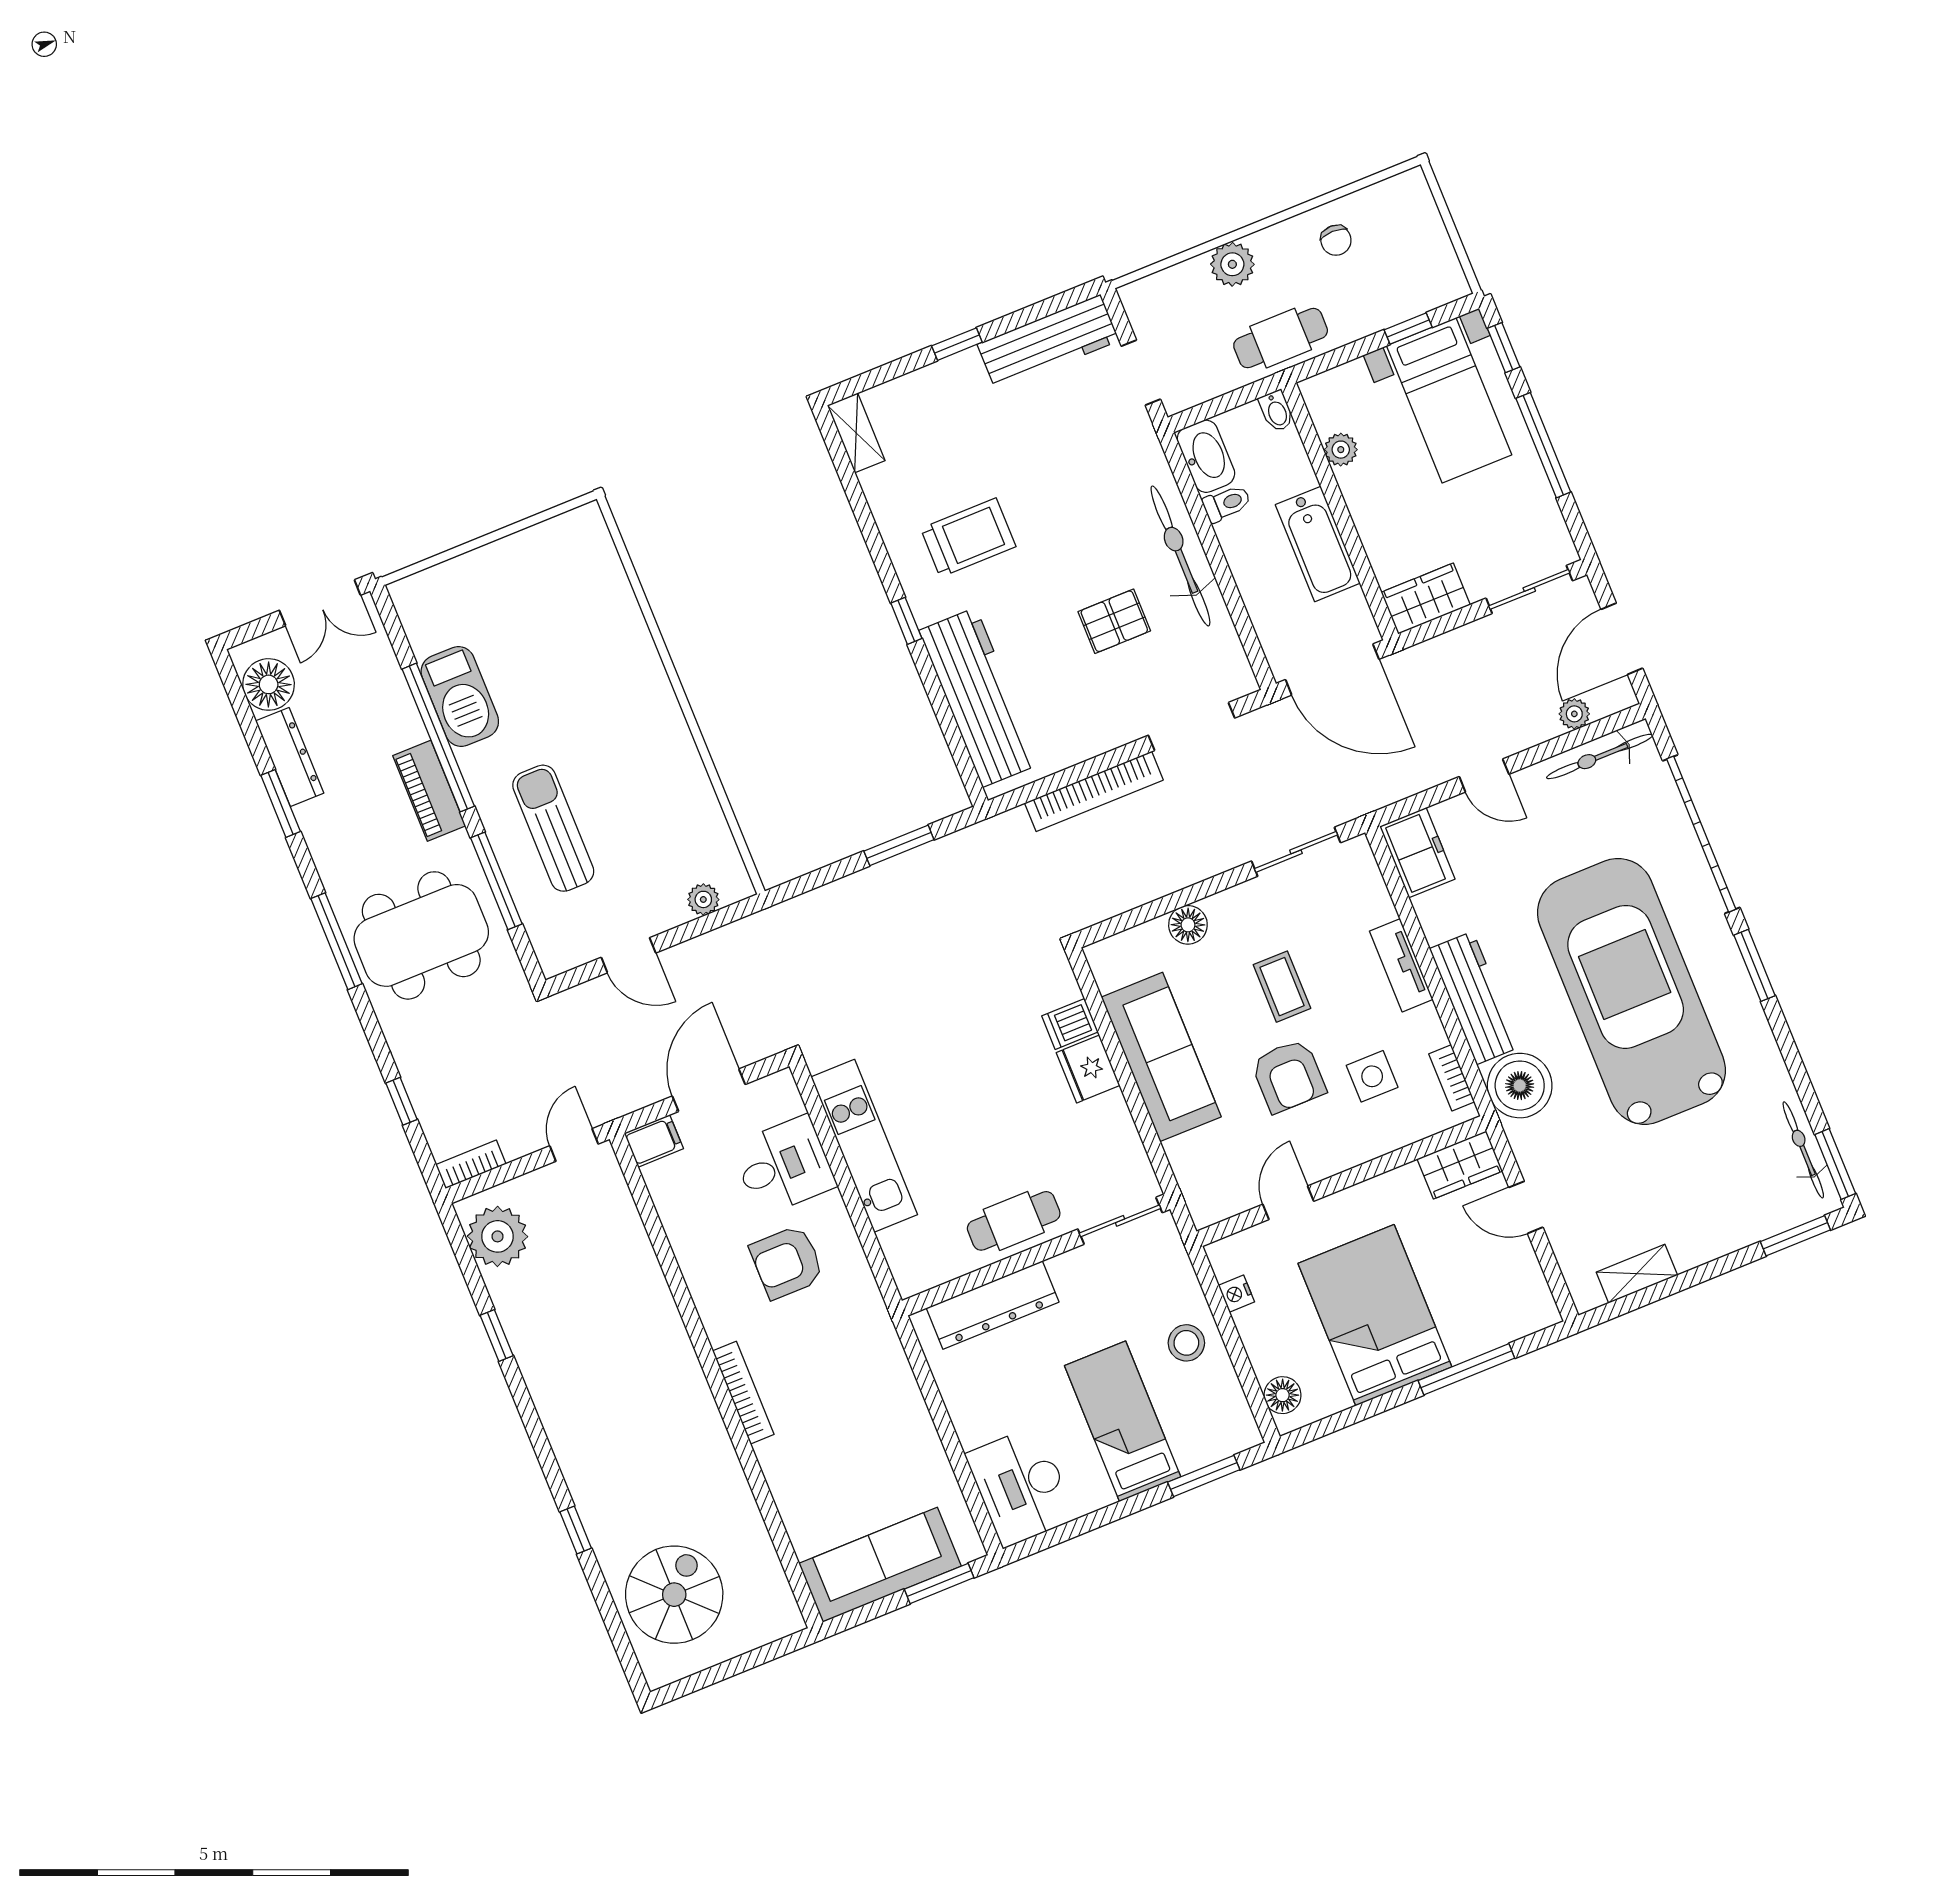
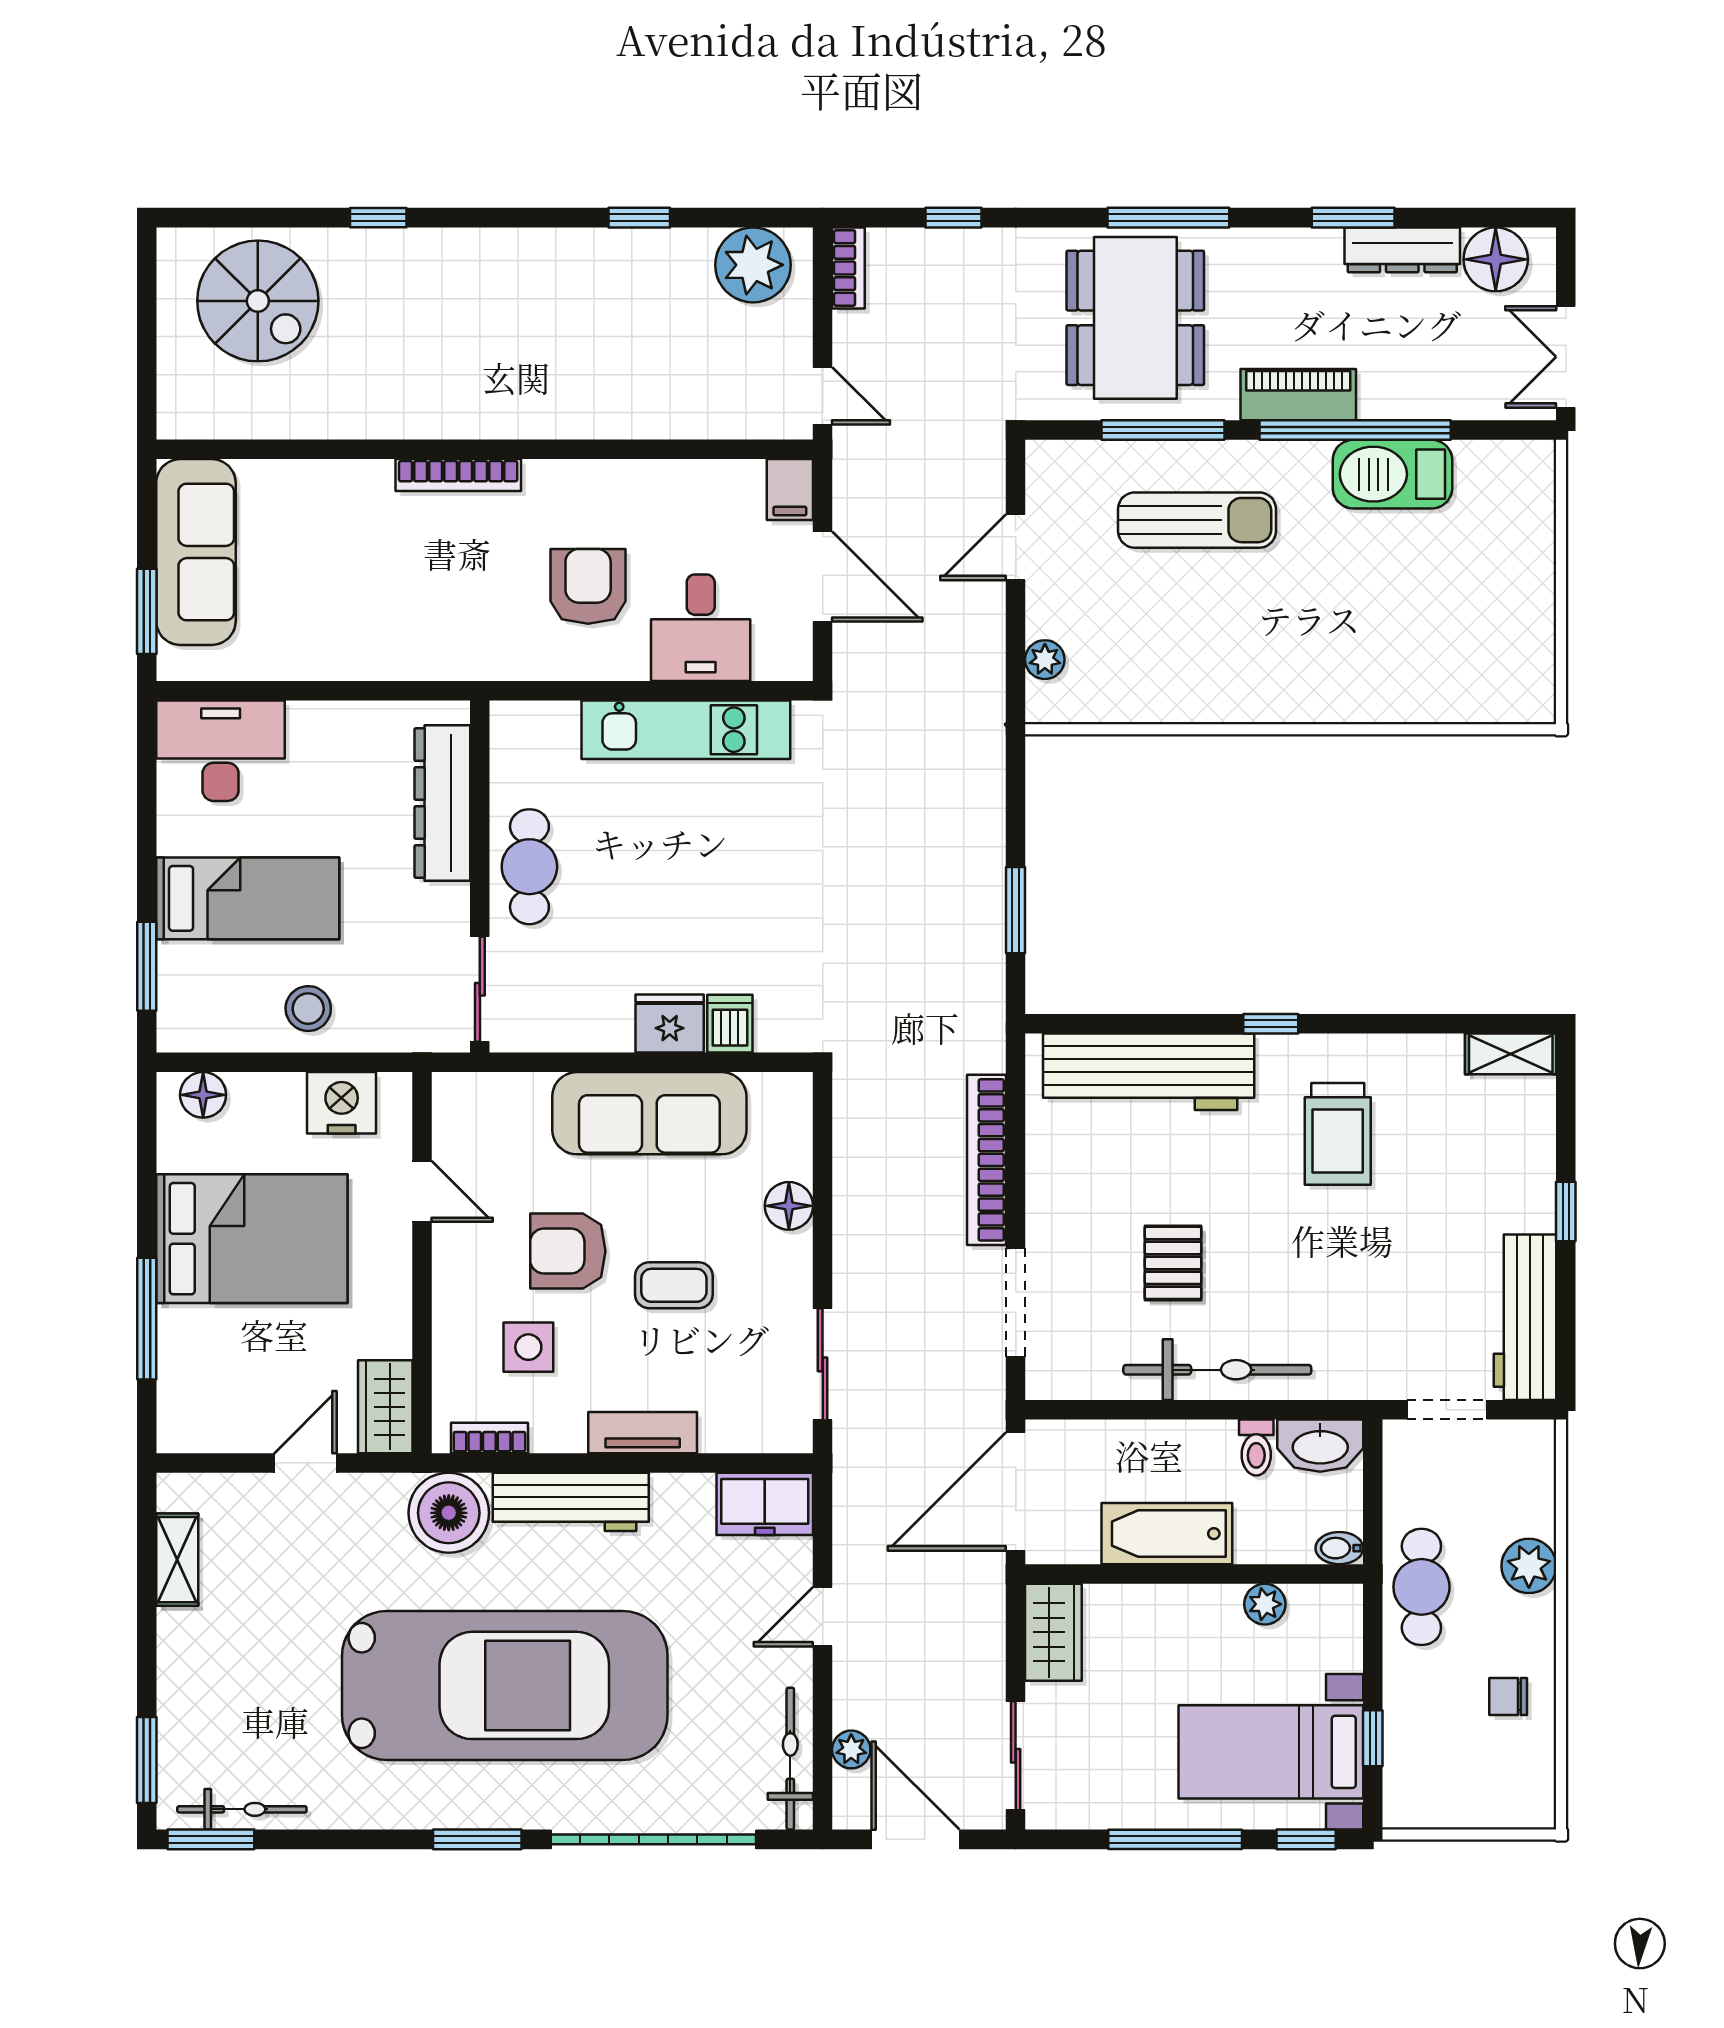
nightstand: (1236, 1294) -> (342, 1103), width x1.89, depth x1.79

